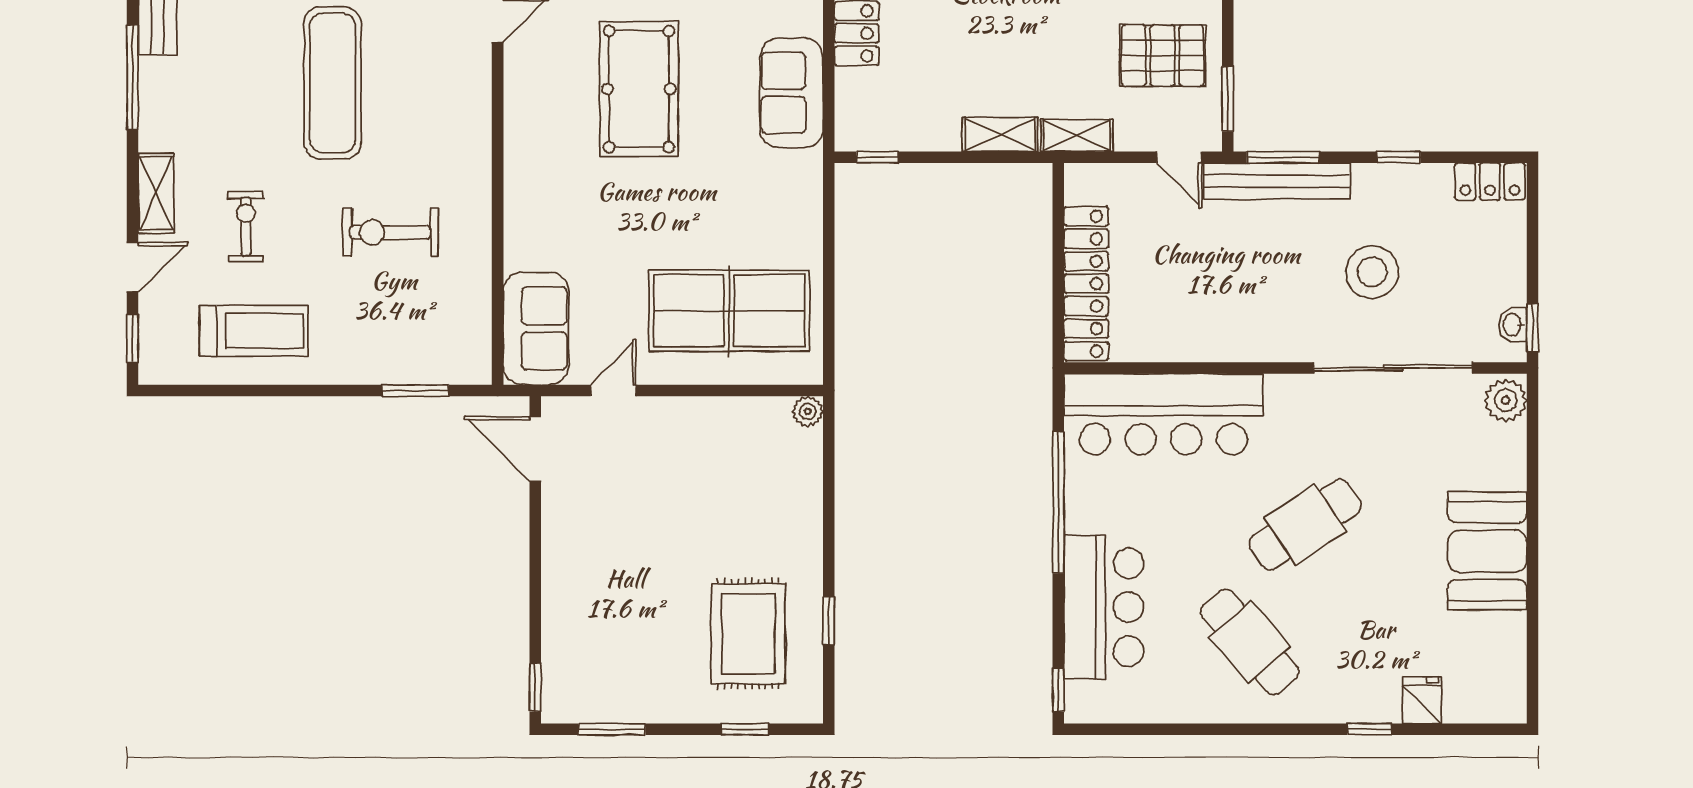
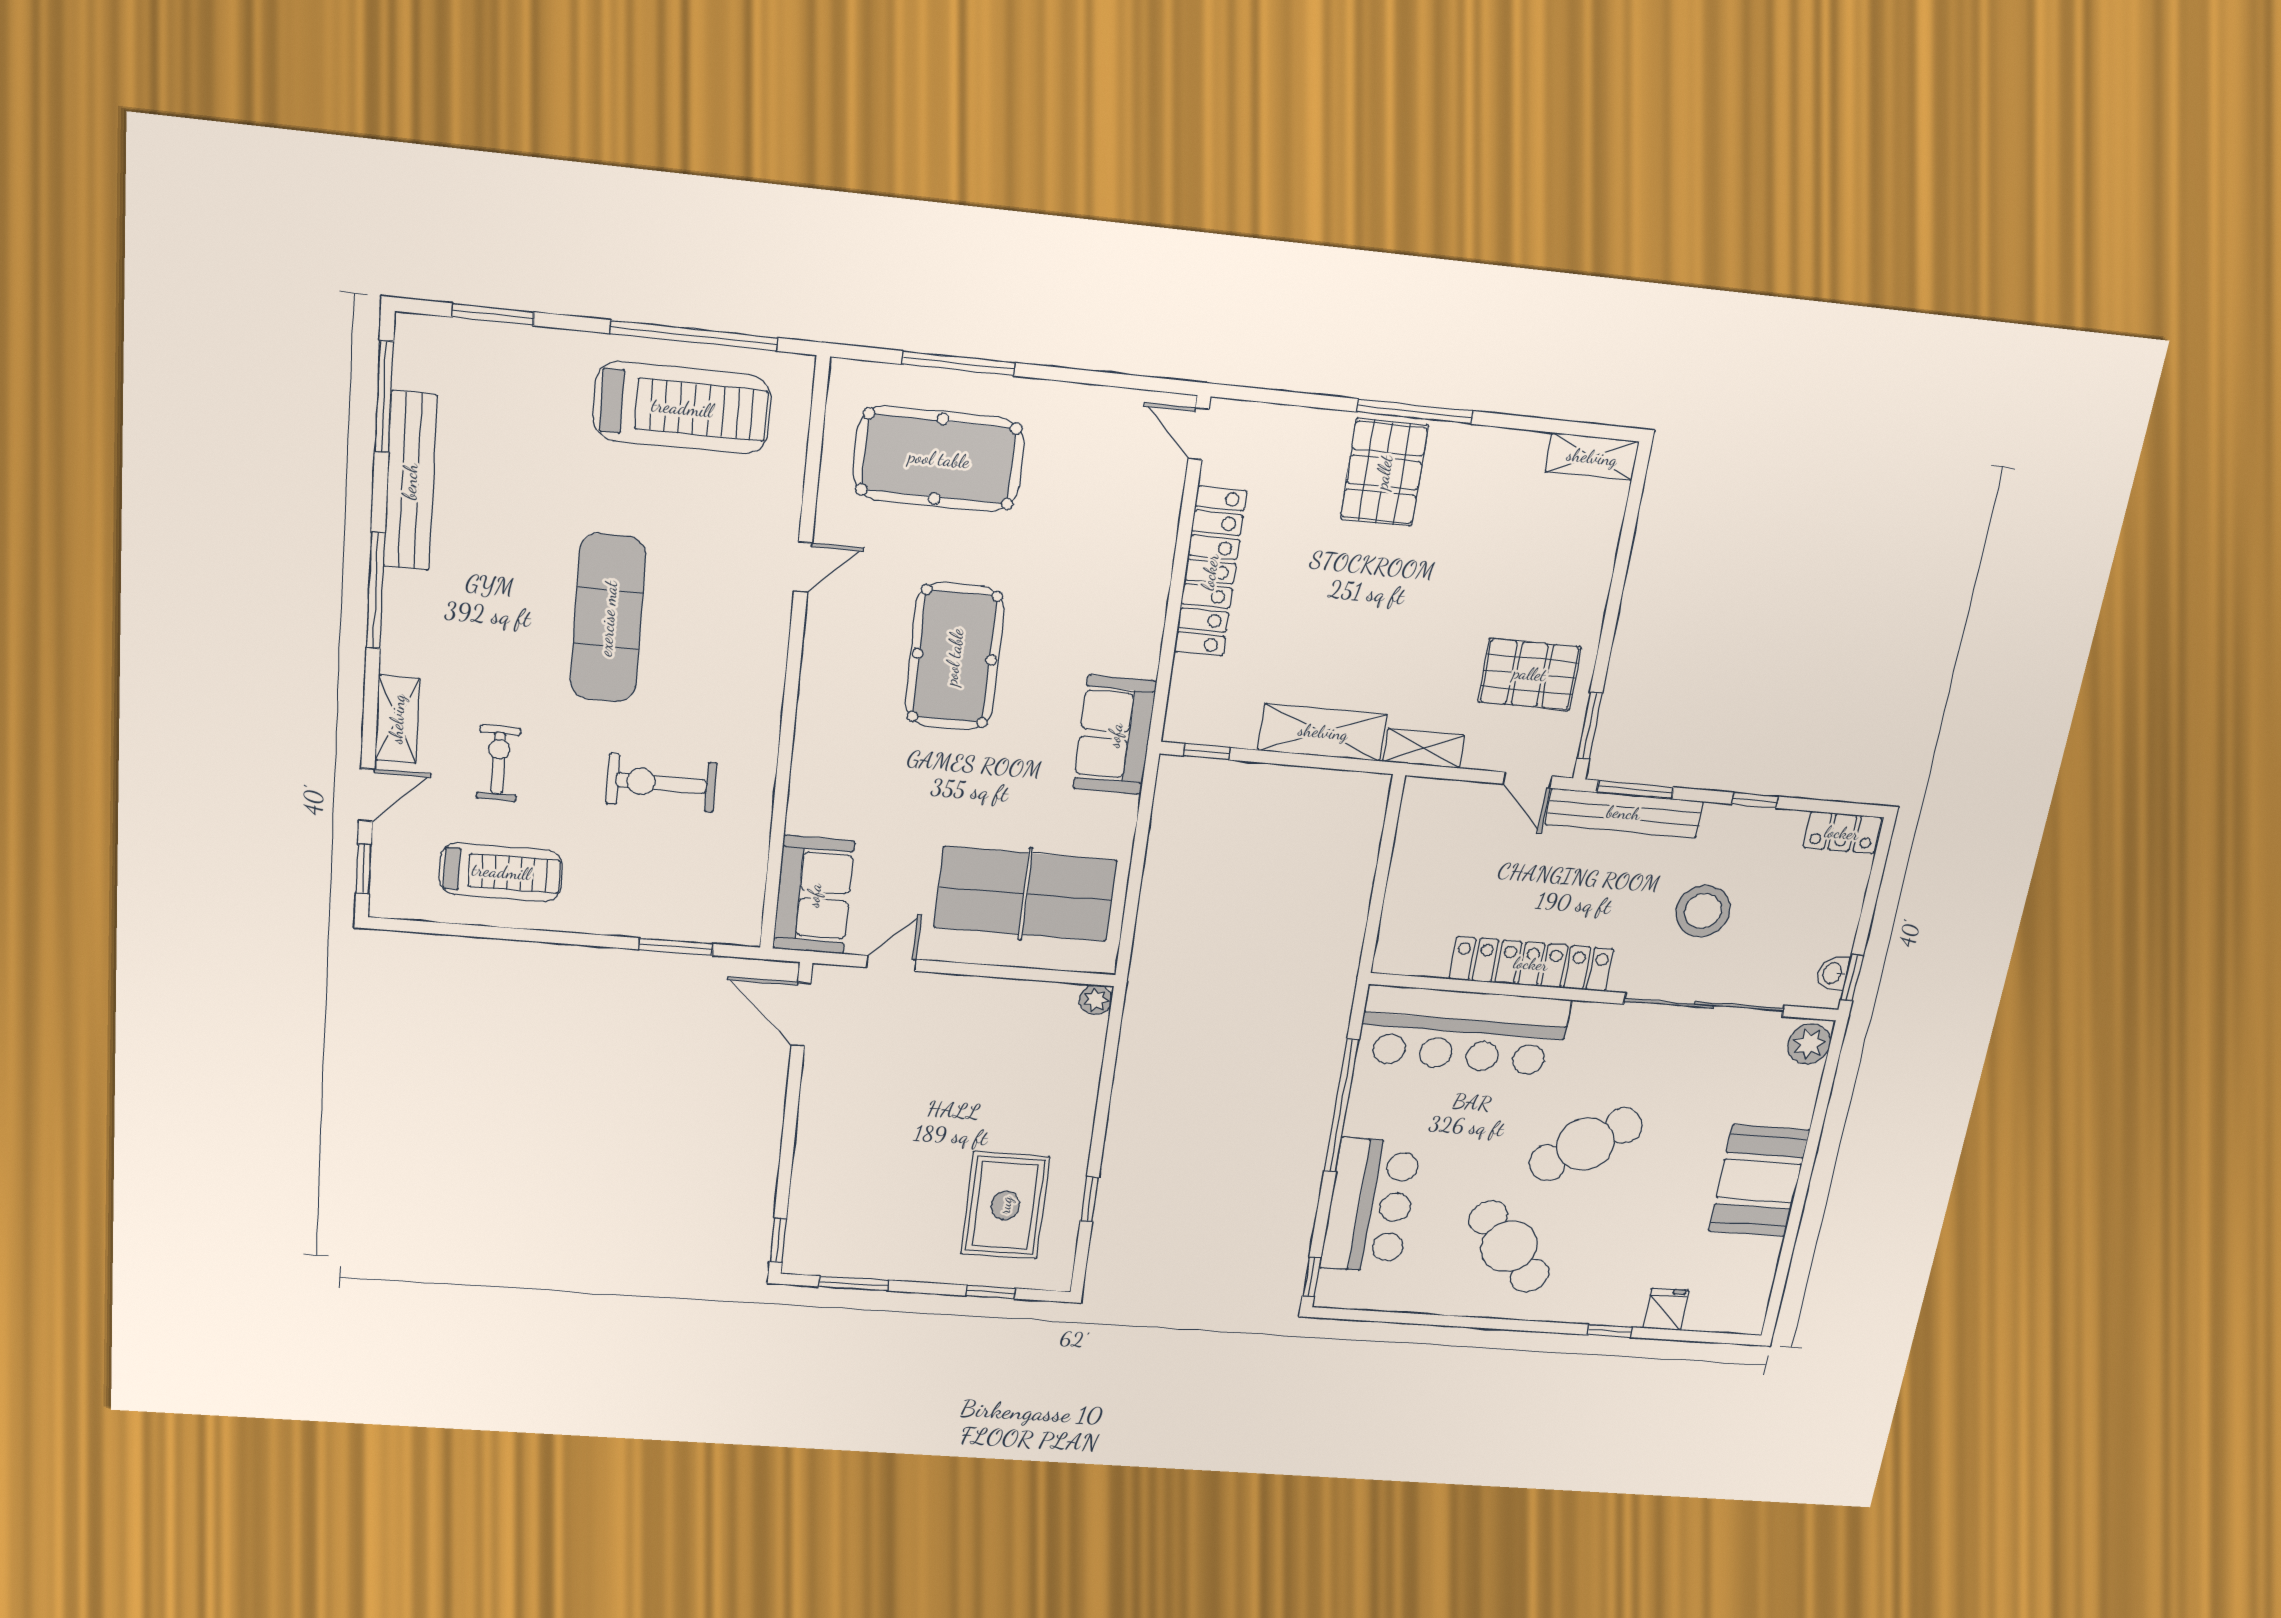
sofa: (791, 93) -> (1115, 735), moved
shelving: (1000, 134) -> (1323, 732), width x1.50, depth x1.33
locker: (1086, 284) -> (1531, 964), moved, turned -90

